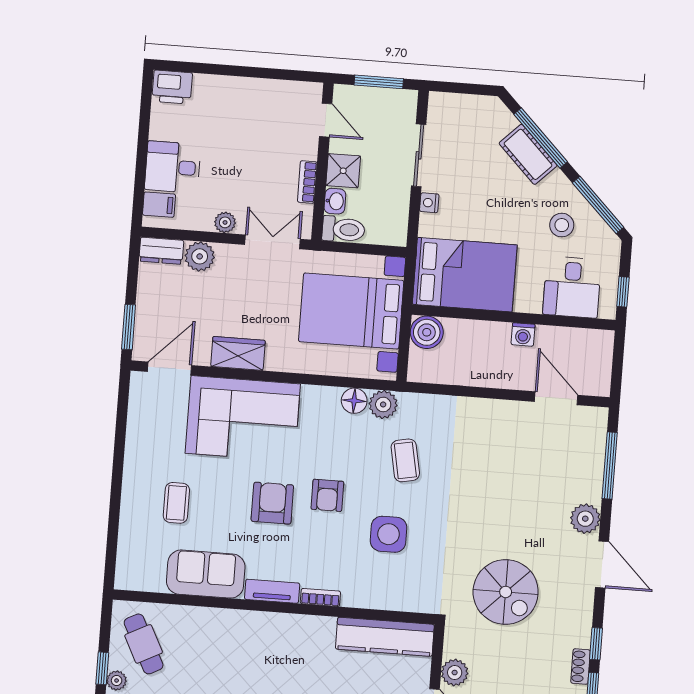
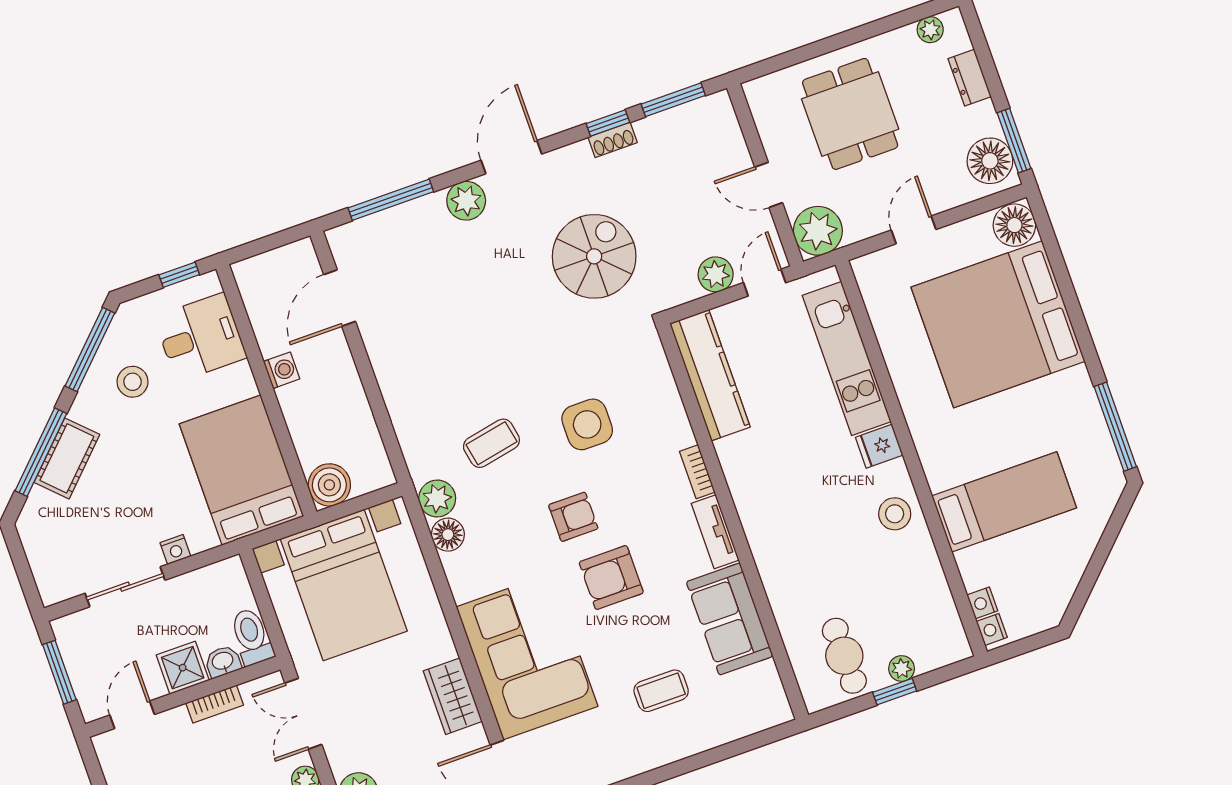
cafe table: (144, 644) -> (844, 656), turned -63
shoe rack: (581, 666) -> (613, 140), moved

